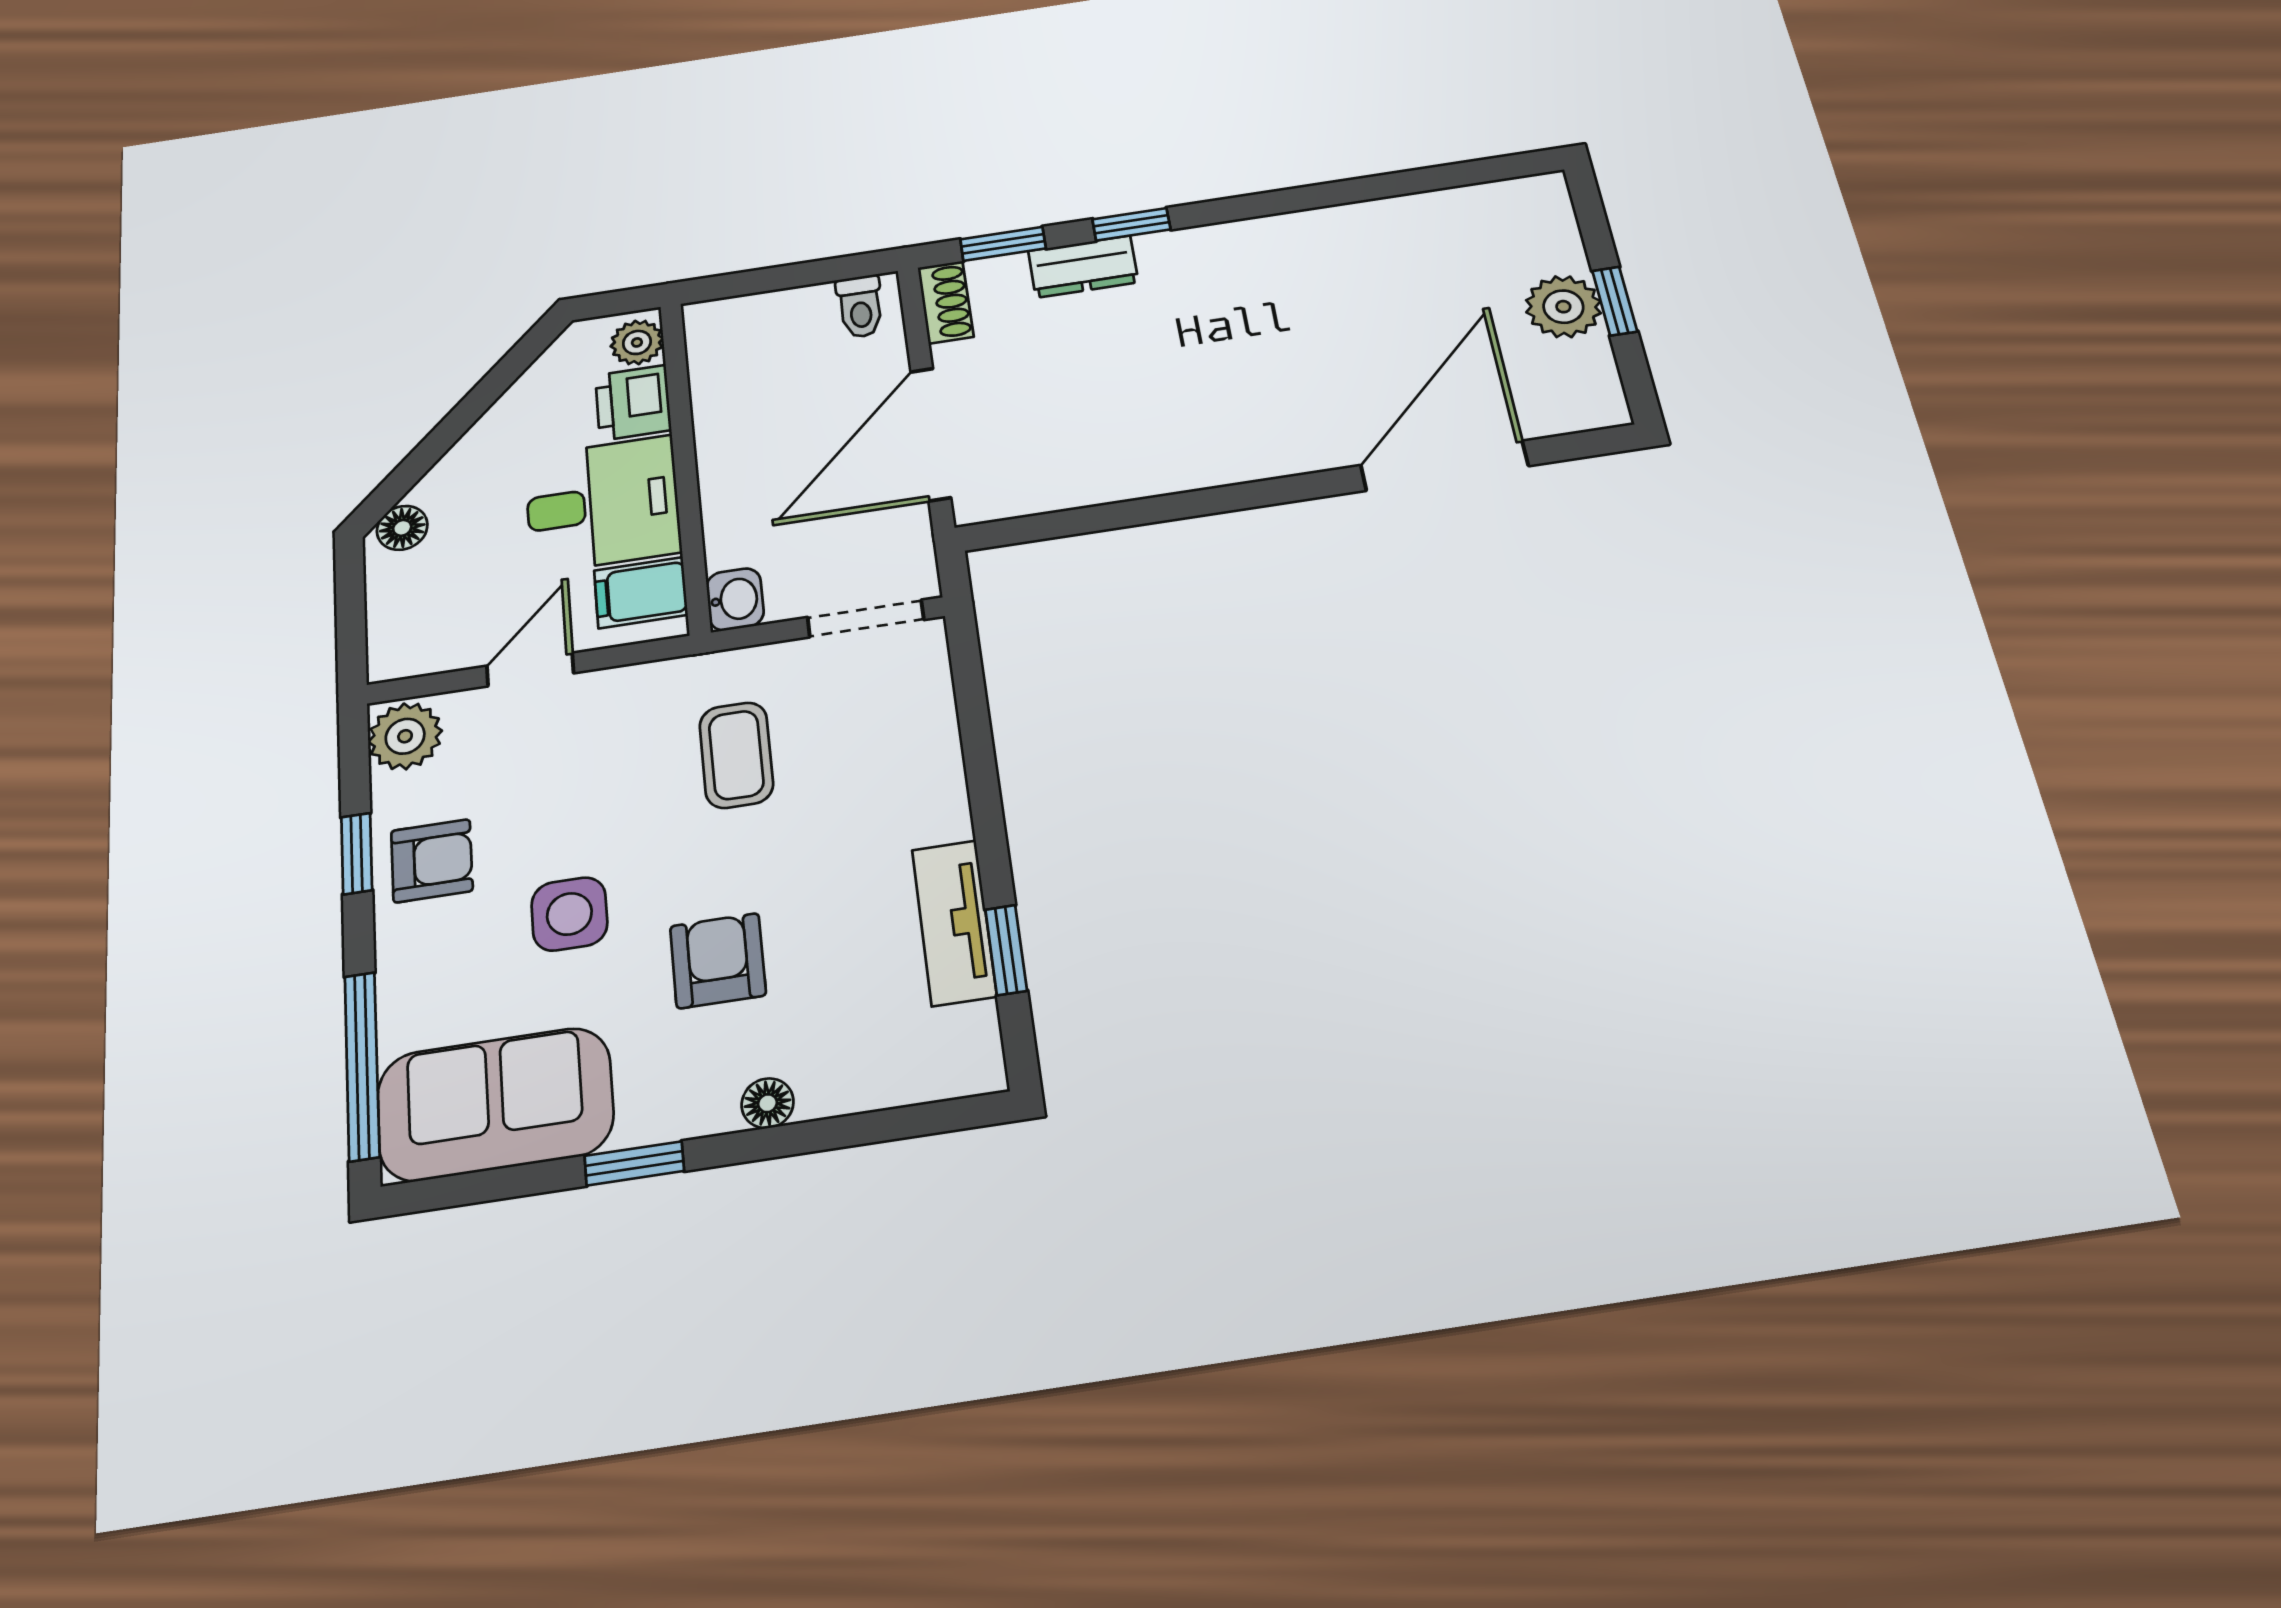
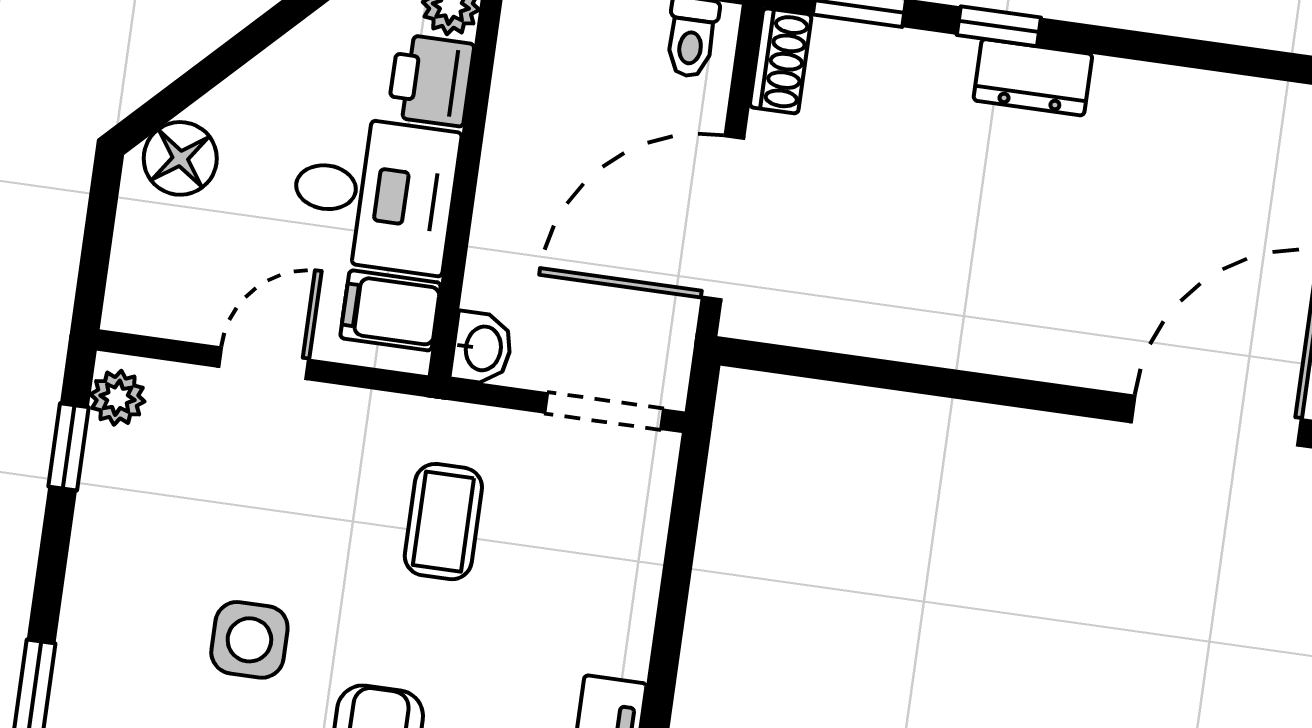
dresser: (1083, 267) -> (1033, 77), moved
floor lamp: (402, 528) -> (180, 158), width x1.37, depth x1.37
plant: (405, 736) -> (118, 398), width x0.73, depth x0.73
window: (357, 854) -> (69, 447), moved
armchair: (432, 861) -> (130, 543), removed

